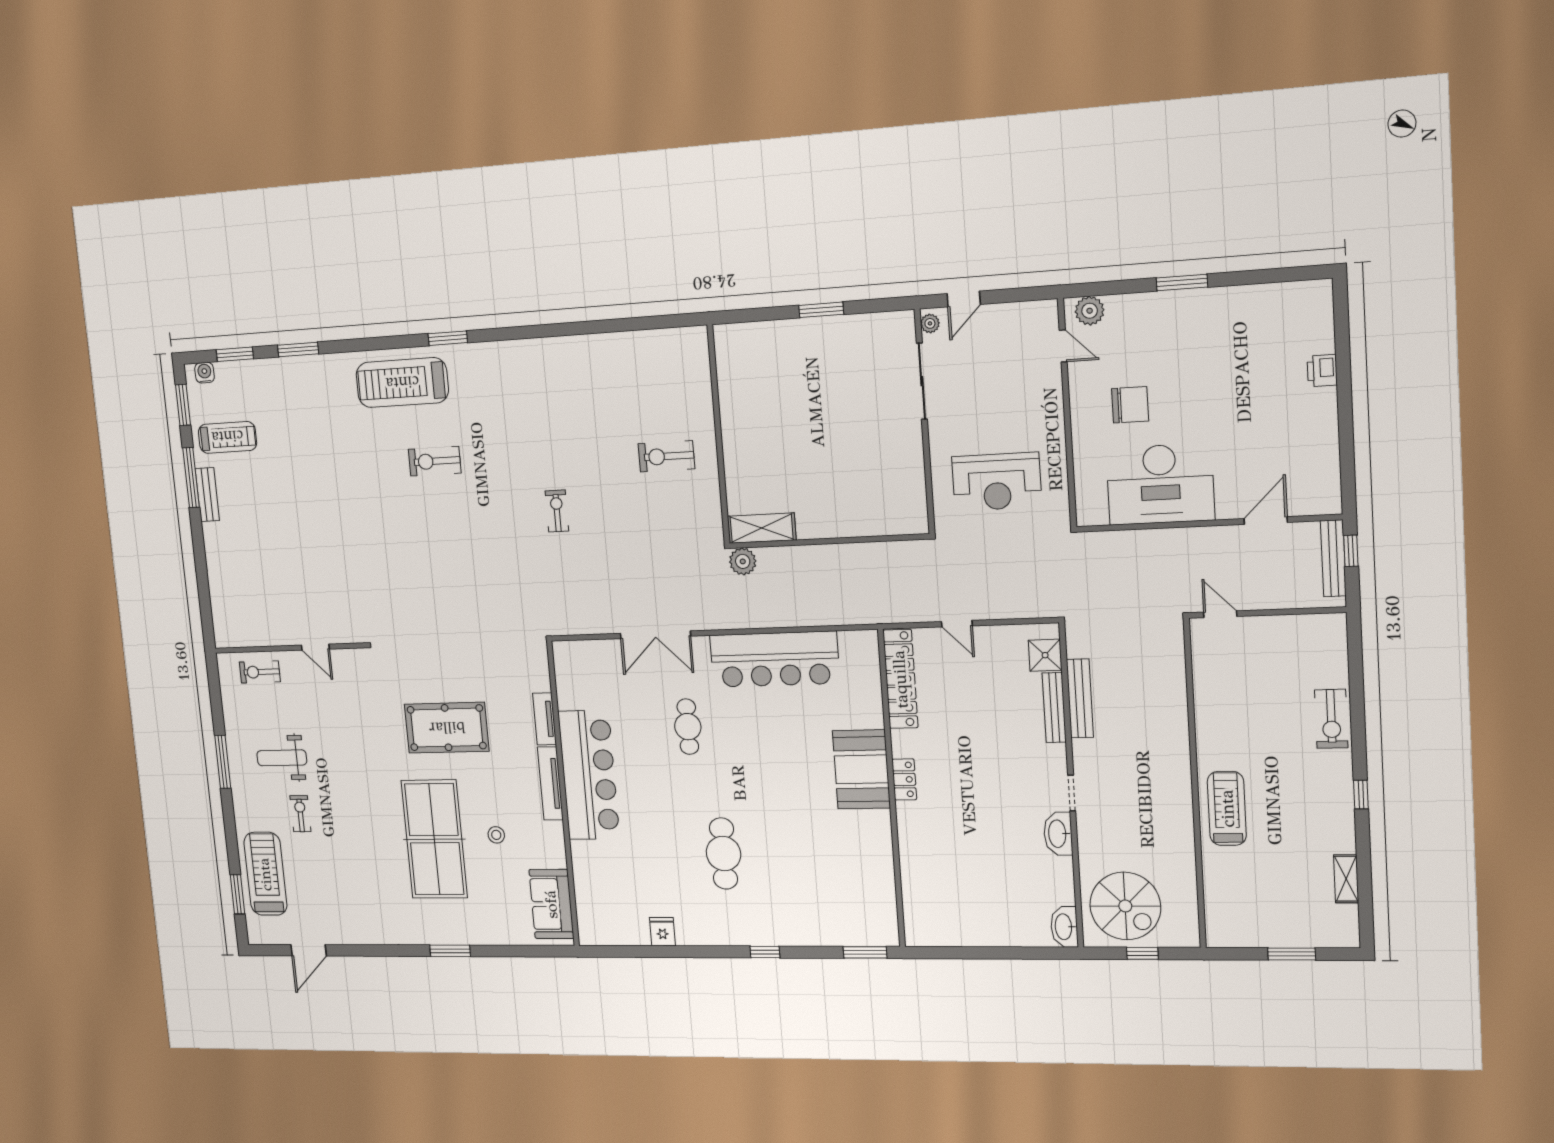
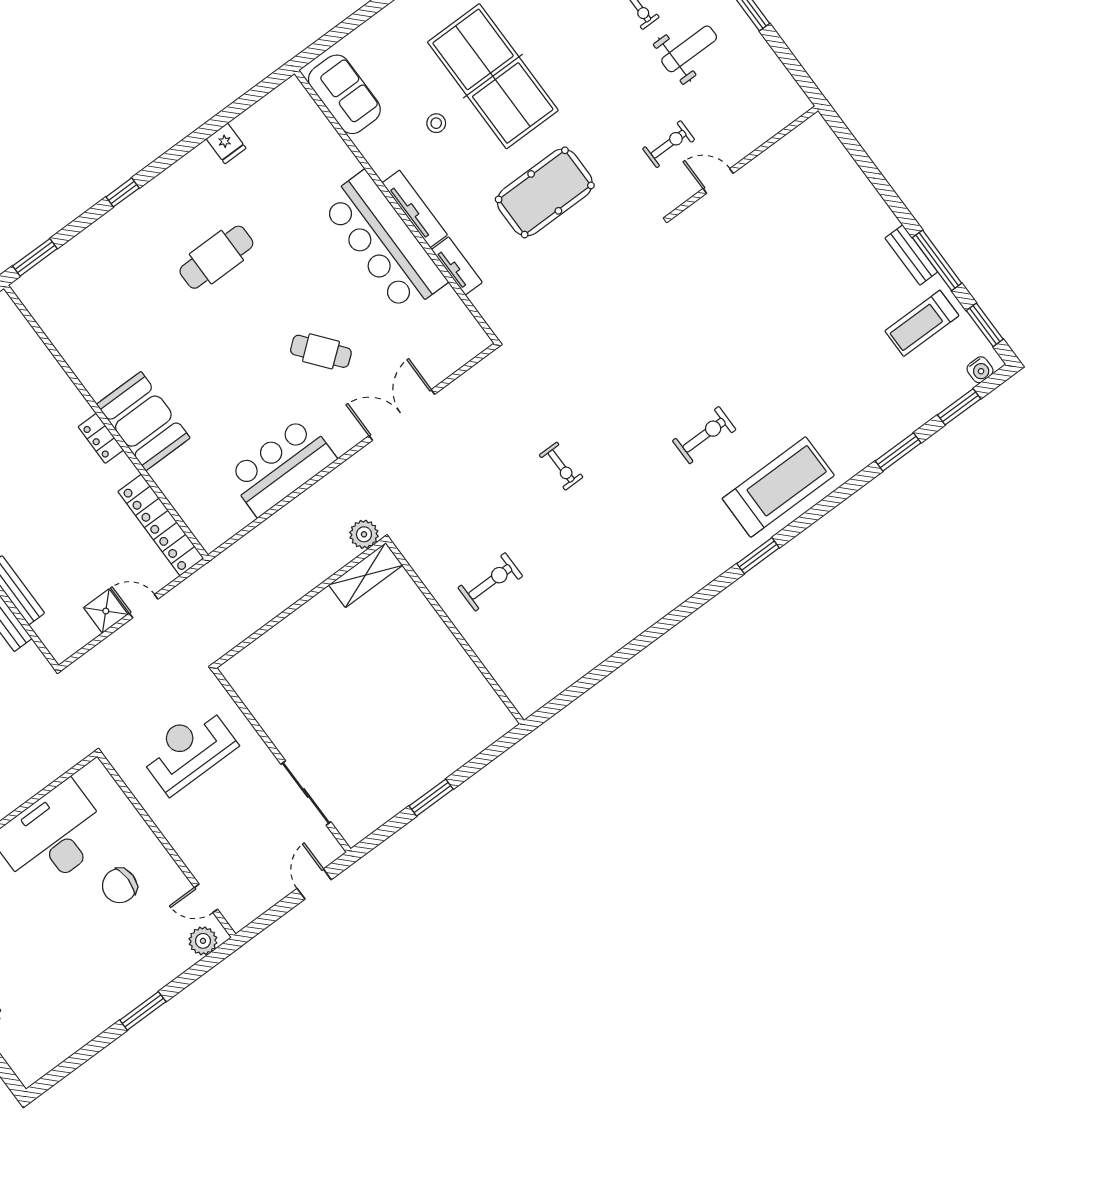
plant: (930, 323) -> (330, 846), removed
shower: (1045, 655) -> (106, 611), moved
bar counter: (775, 659) -> (281, 467), width x0.73
exercise bike: (260, 672) -> (669, 144), moved
cafe table: (688, 727) -> (321, 351), turned -39
cafe table: (724, 854) -> (216, 257), turned 90

